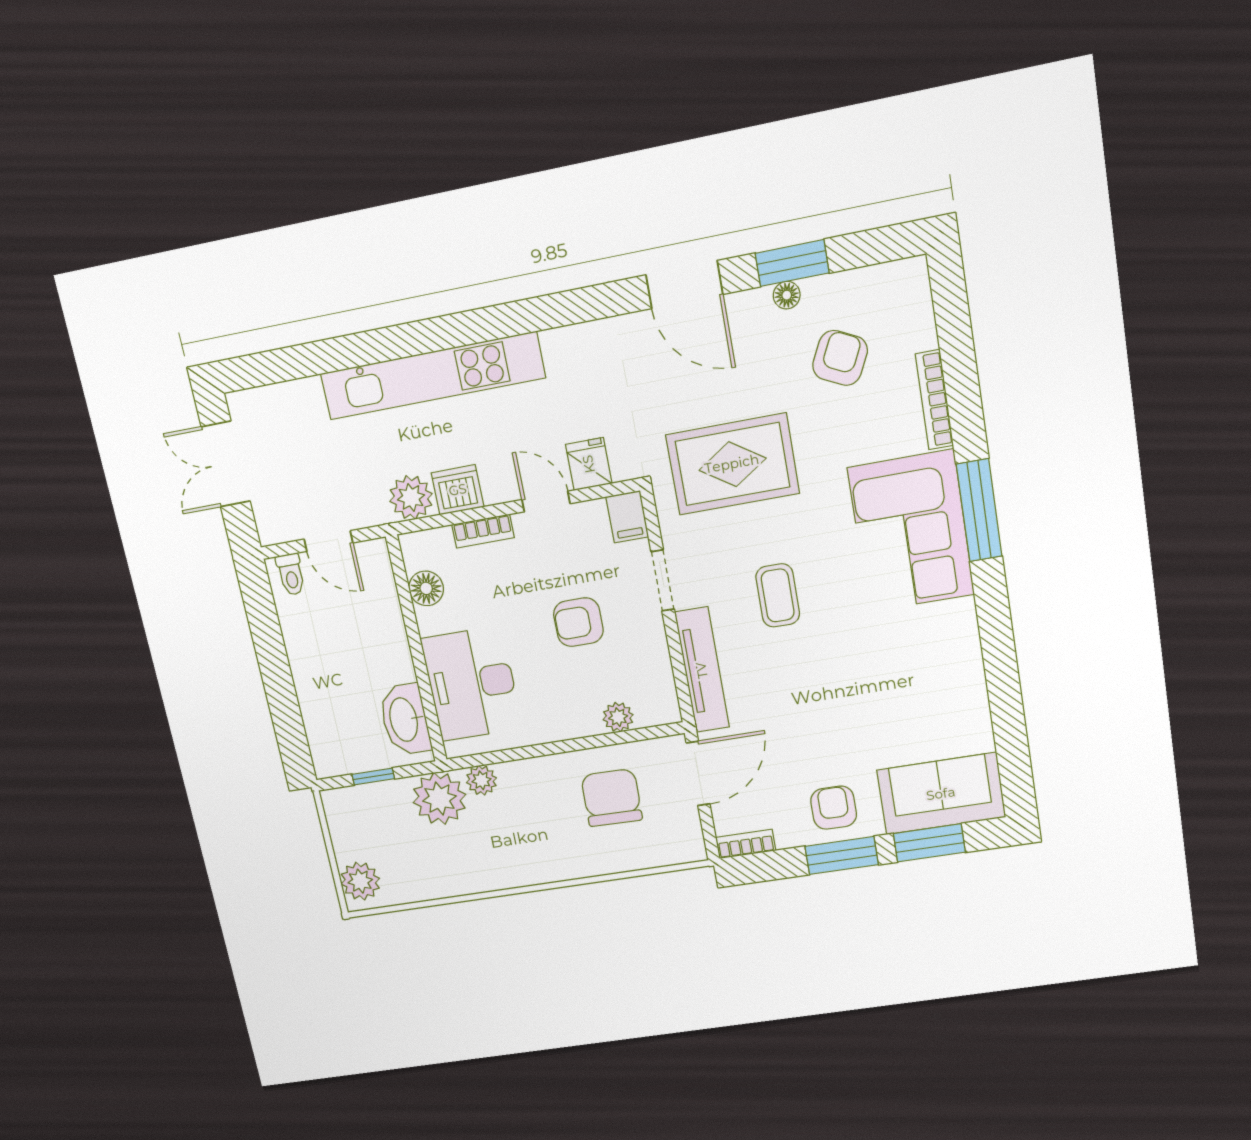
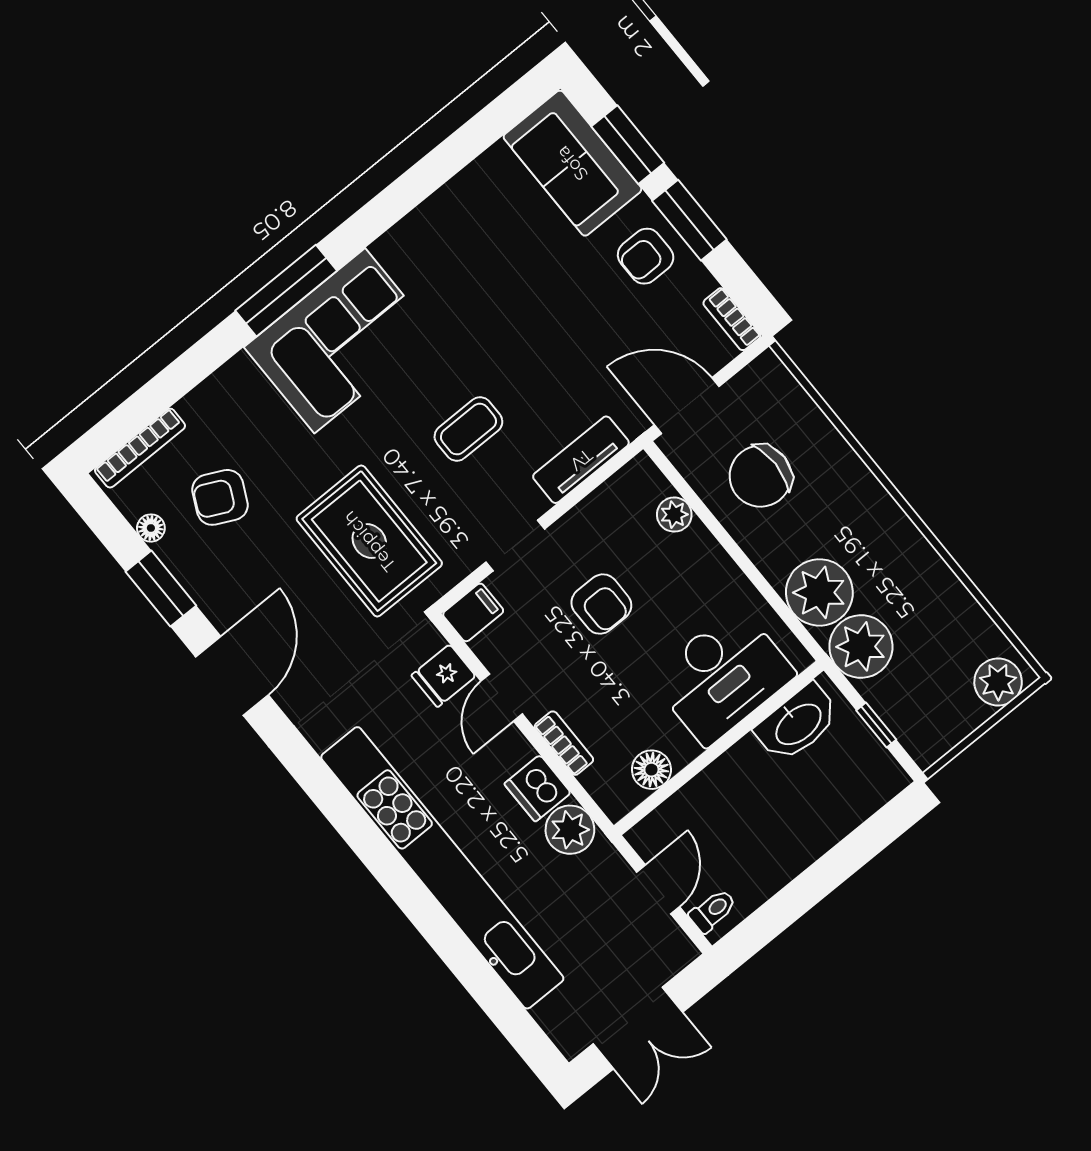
floor lamp: (787, 295) -> (151, 528), moved
kitchen unit: (432, 376) -> (442, 868), width x1.36
bookcase: (934, 400) -> (140, 448), moved
tv unit: (702, 670) -> (581, 460), width x0.71
plant: (481, 780) -> (819, 592), width x1.87, depth x1.87

